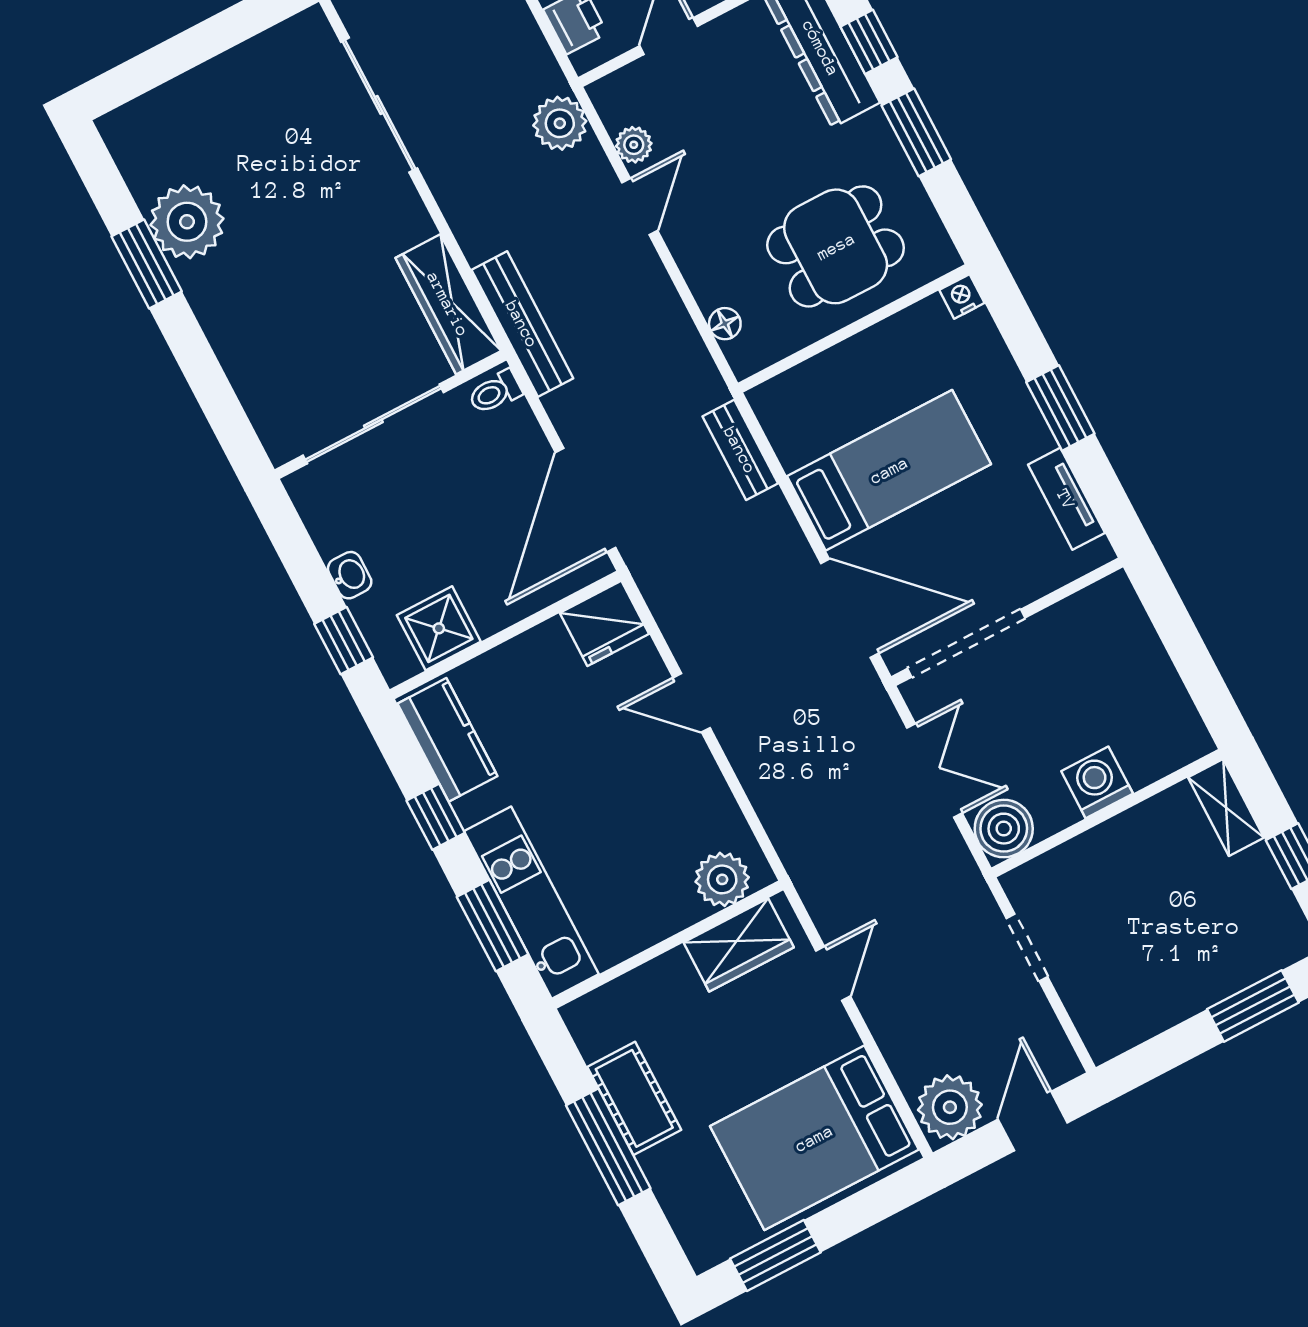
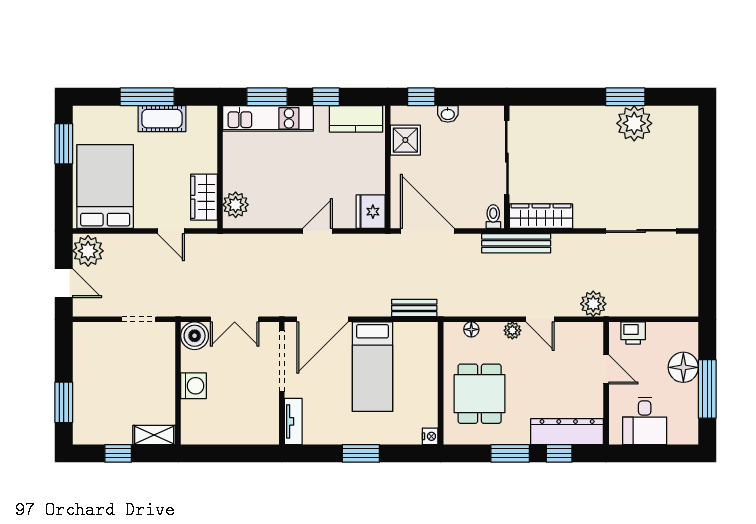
plant: (634, 145) -> (512, 330), moved
tv unit: (1066, 499) -> (293, 421), moved, turned 90

